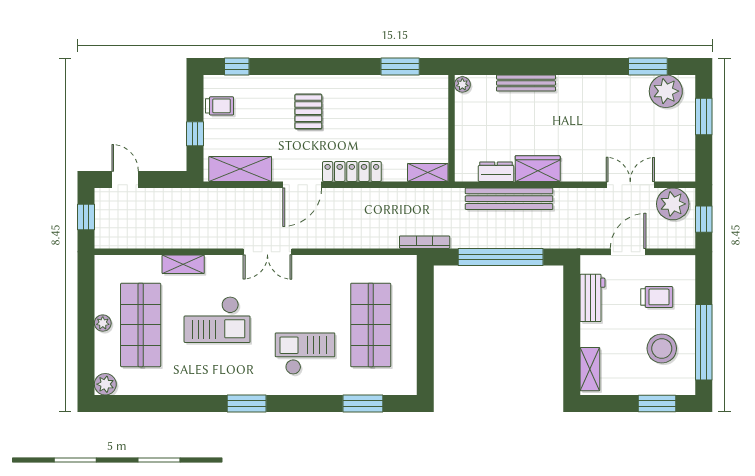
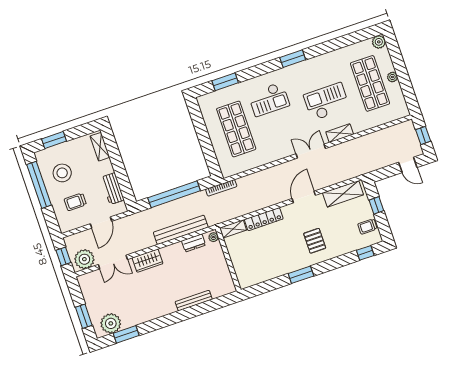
window: (400, 66) -> (301, 275), moved
plant: (462, 84) -> (213, 237), moved
wardrobe: (538, 169) -> (148, 261), moved
locker: (352, 172) -> (264, 219), moved
shelving: (183, 264) -> (340, 133), moved

